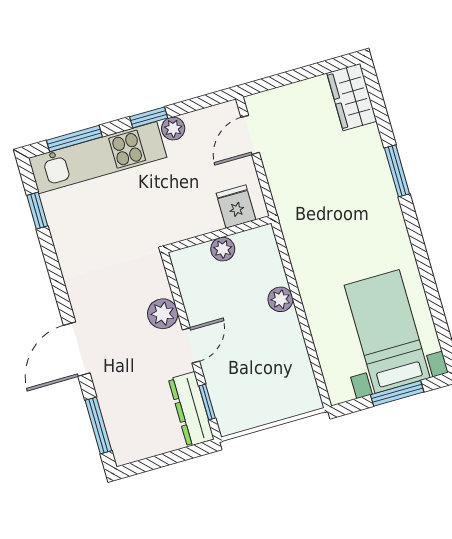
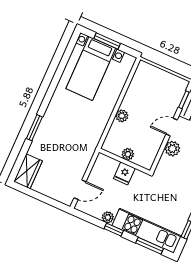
fridge: (236, 207) -> (124, 173), moved

